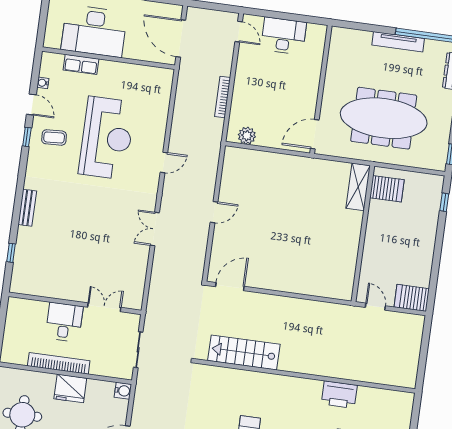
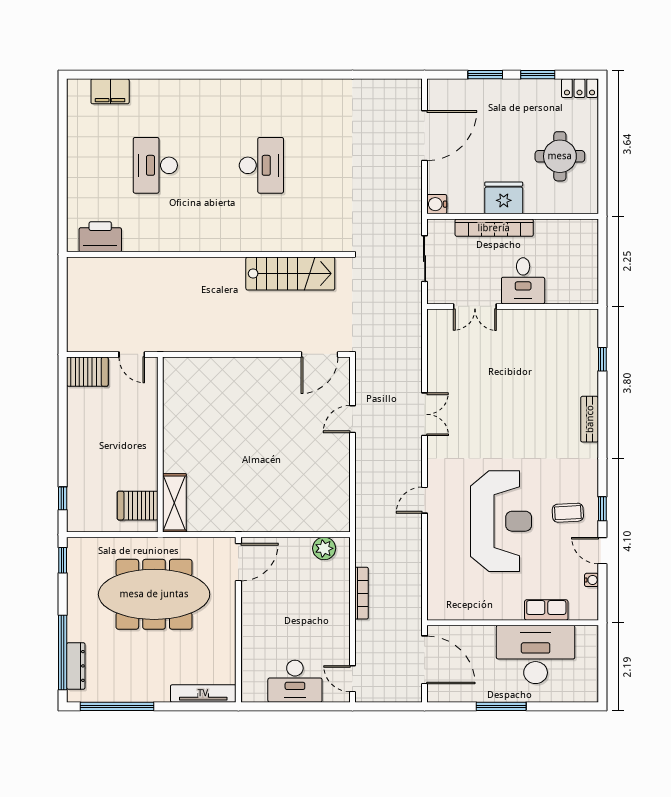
tv unit: (398, 42) -> (203, 693), moved
reception desk: (107, 138) -> (501, 521), turned 180
door: (214, 212) -> (352, 419), moved
bookcase: (59, 363) -> (494, 228), moved
printer: (339, 395) -> (100, 237), moved

